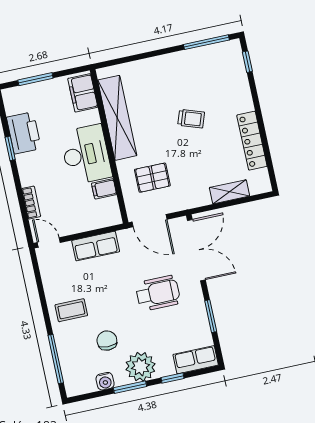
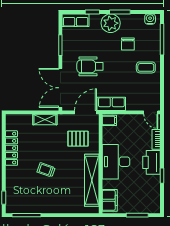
printer: (24, 133) -> (152, 162), moved
filing cabinet: (104, 189) -> (109, 120), moved
shelving: (229, 192) -> (45, 120), moved
door: (150, 221) -> (85, 112), hinge flipped
row of seats: (96, 246) -> (111, 104), moved
water cooler: (105, 381) -> (150, 19), moved

